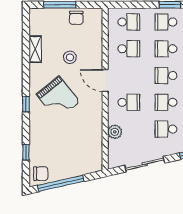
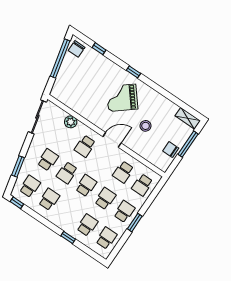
shelving: (35, 49) -> (188, 118), moved
school desk: (166, 102) -> (67, 173), turned 180
sliding door: (145, 164) -> (37, 117), moved

